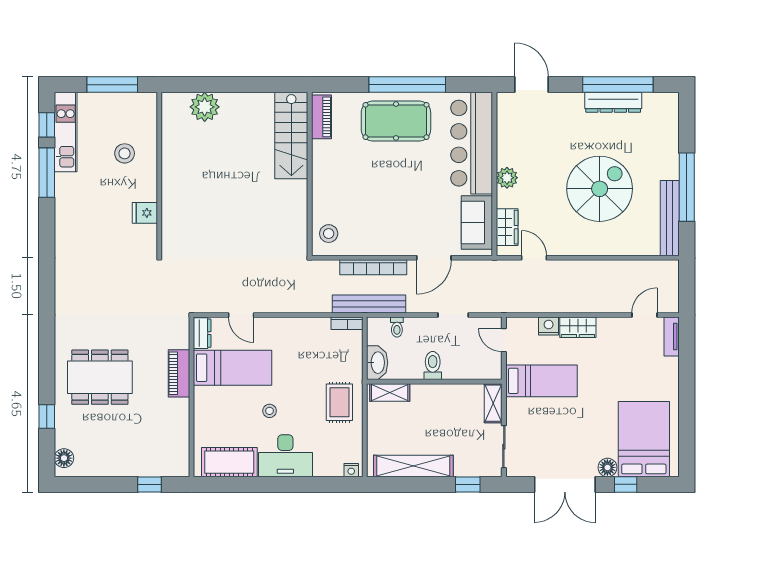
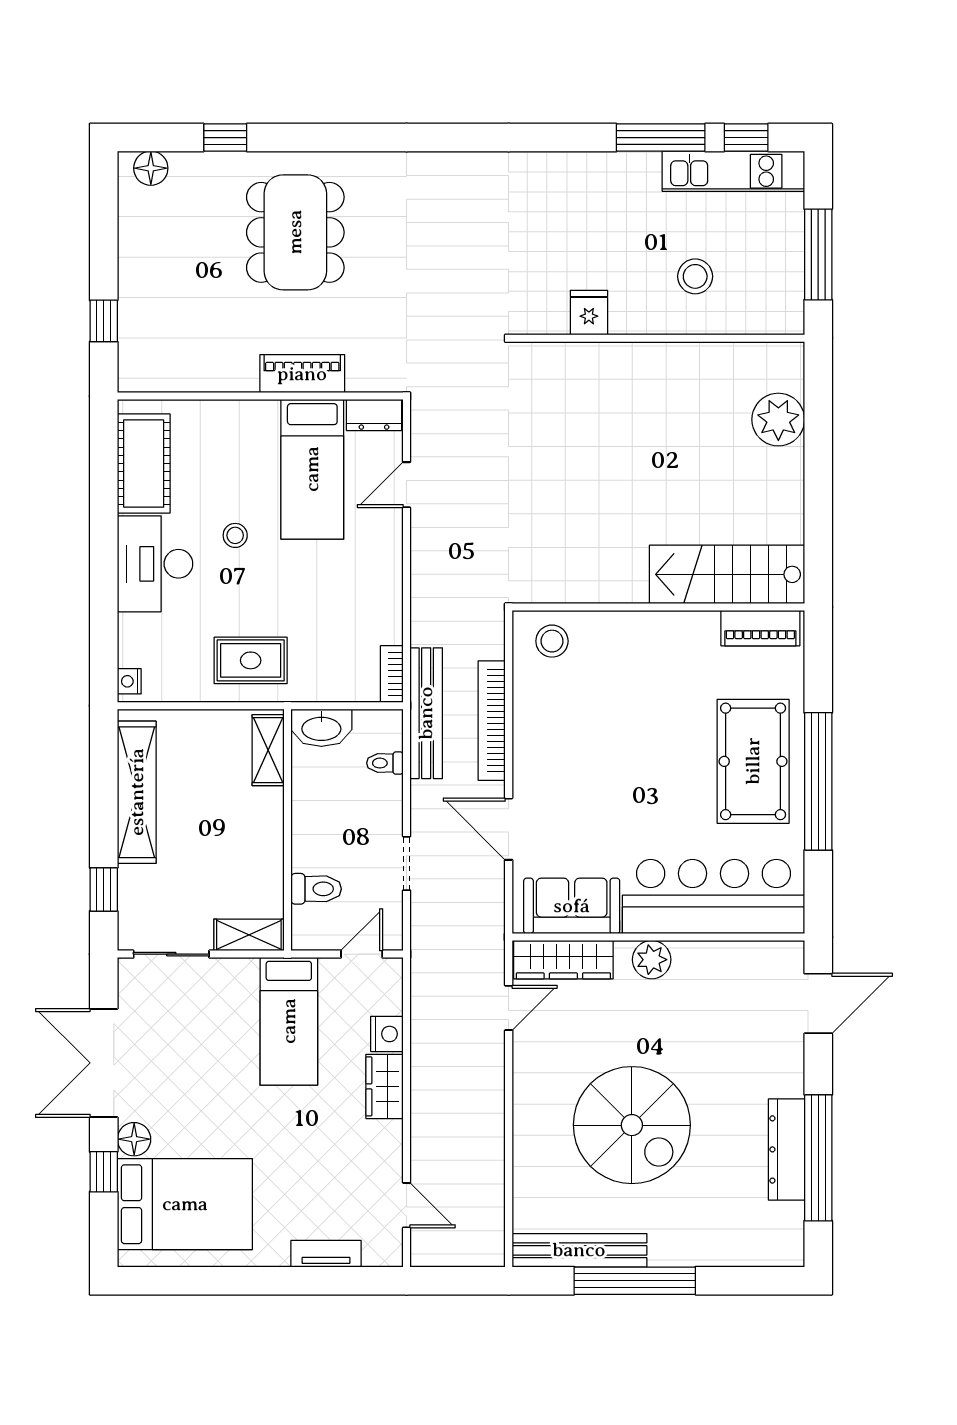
wardrobe: (507, 227) -> (563, 960), width x1.50
tv unit: (672, 336) -> (326, 1254), moved
toilet: (433, 366) -> (316, 889), moved

